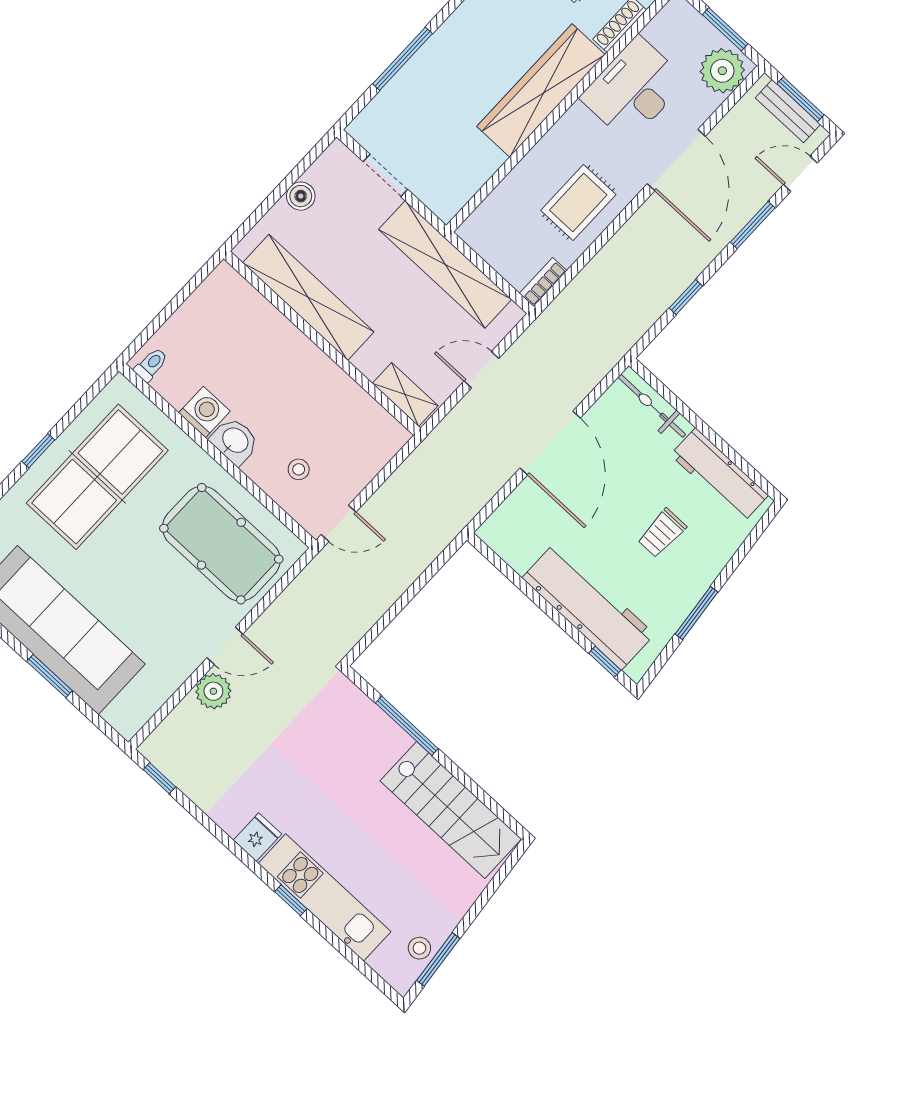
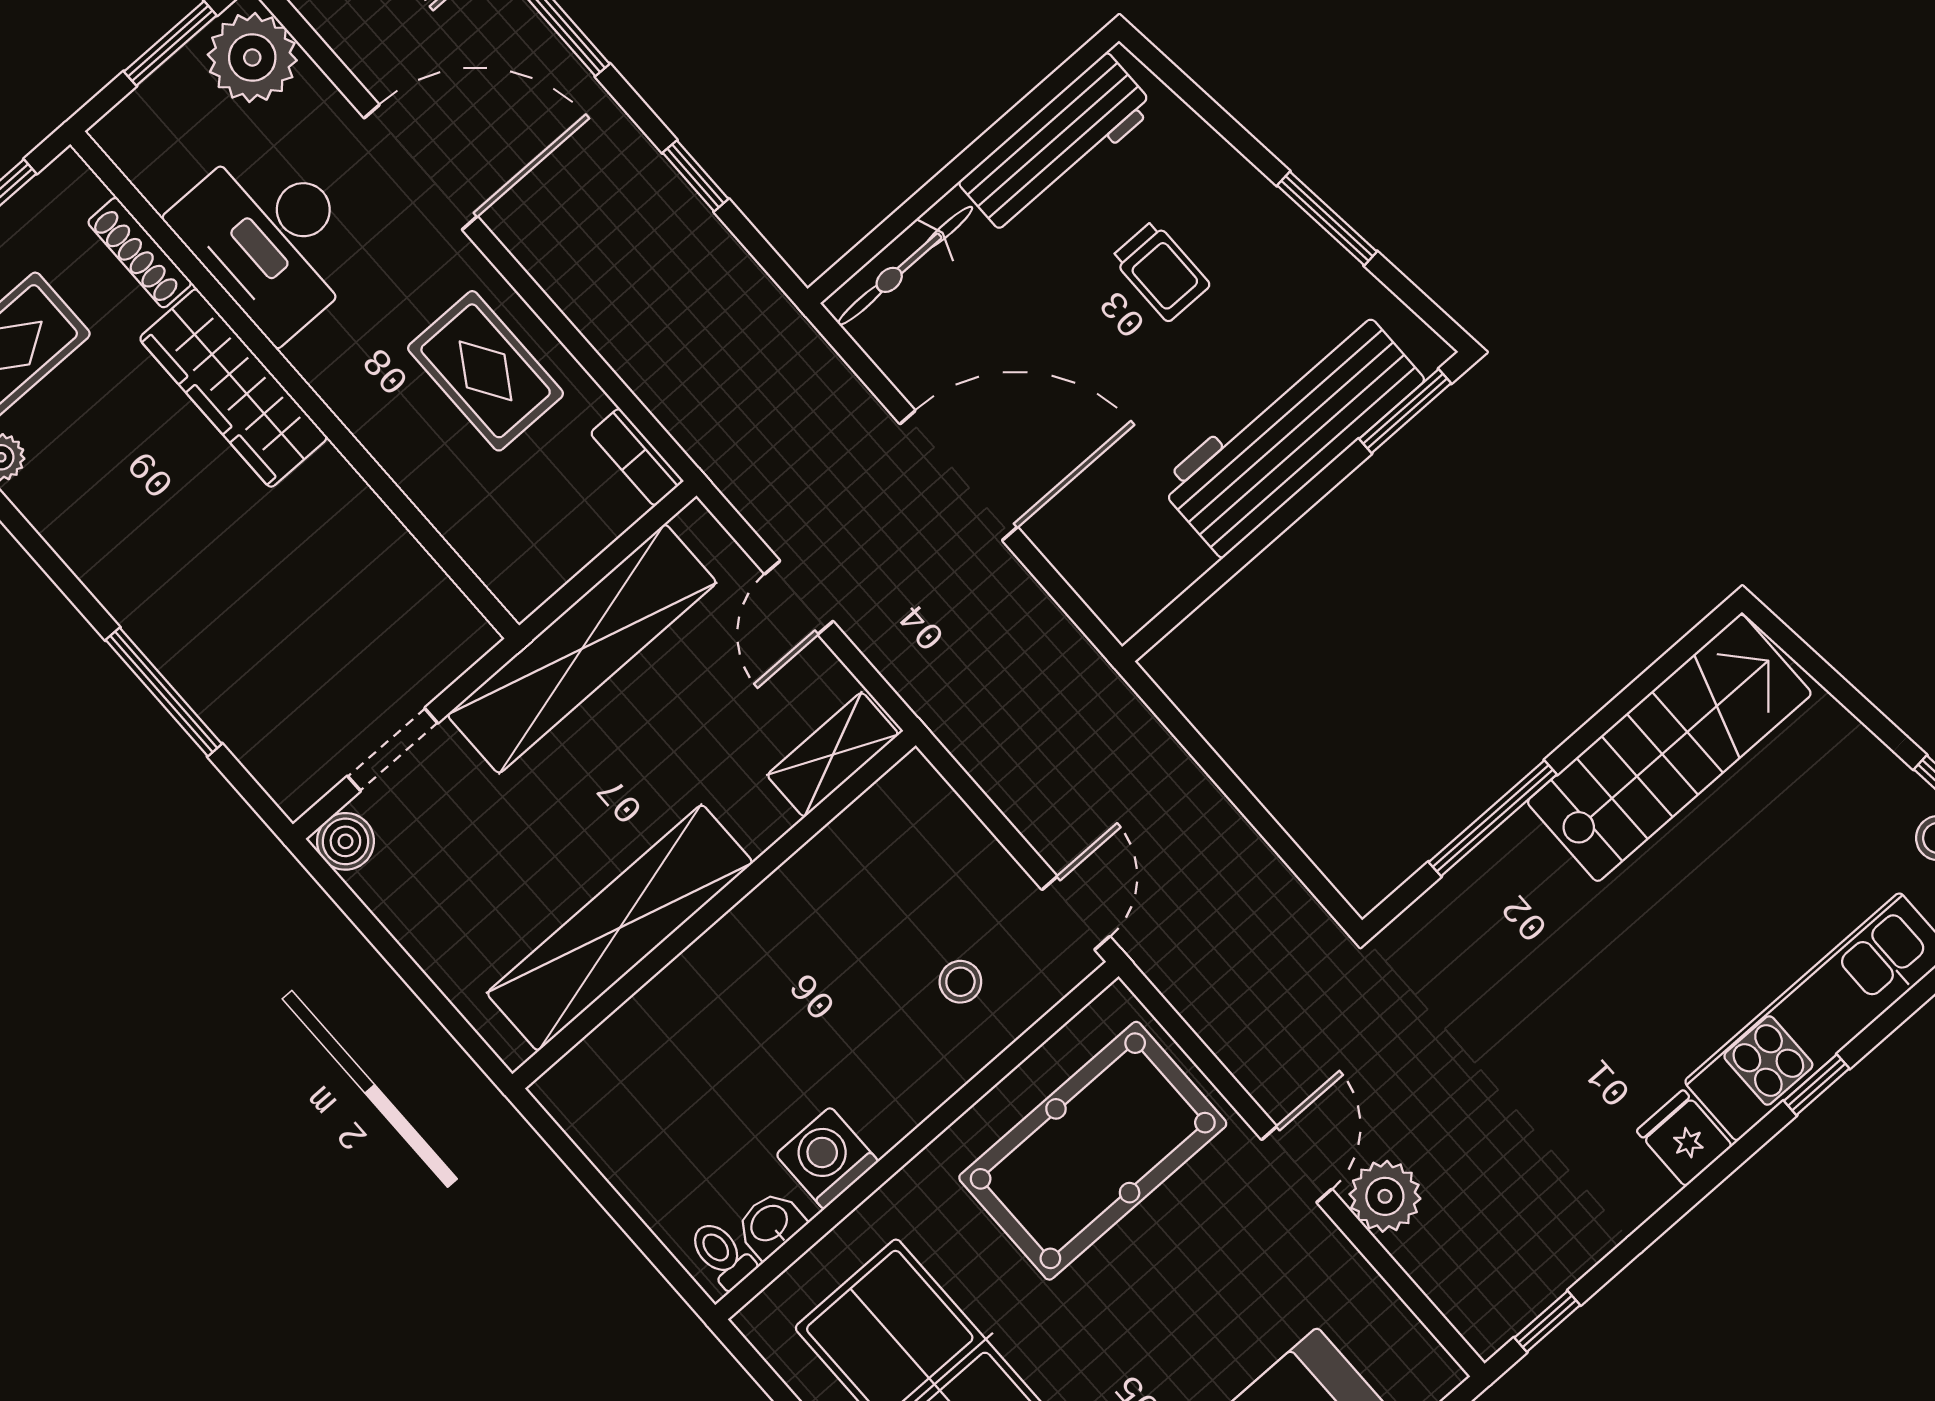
wardrobe: (541, 90) -> (233, 388), width x0.71, depth x0.85
boiler: (301, 196) -> (345, 841), moved
washbasin: (235, 441) -> (770, 1224), moved, width x0.72, depth x0.69
window: (605, 662) -> (1405, 411), width x1.50

